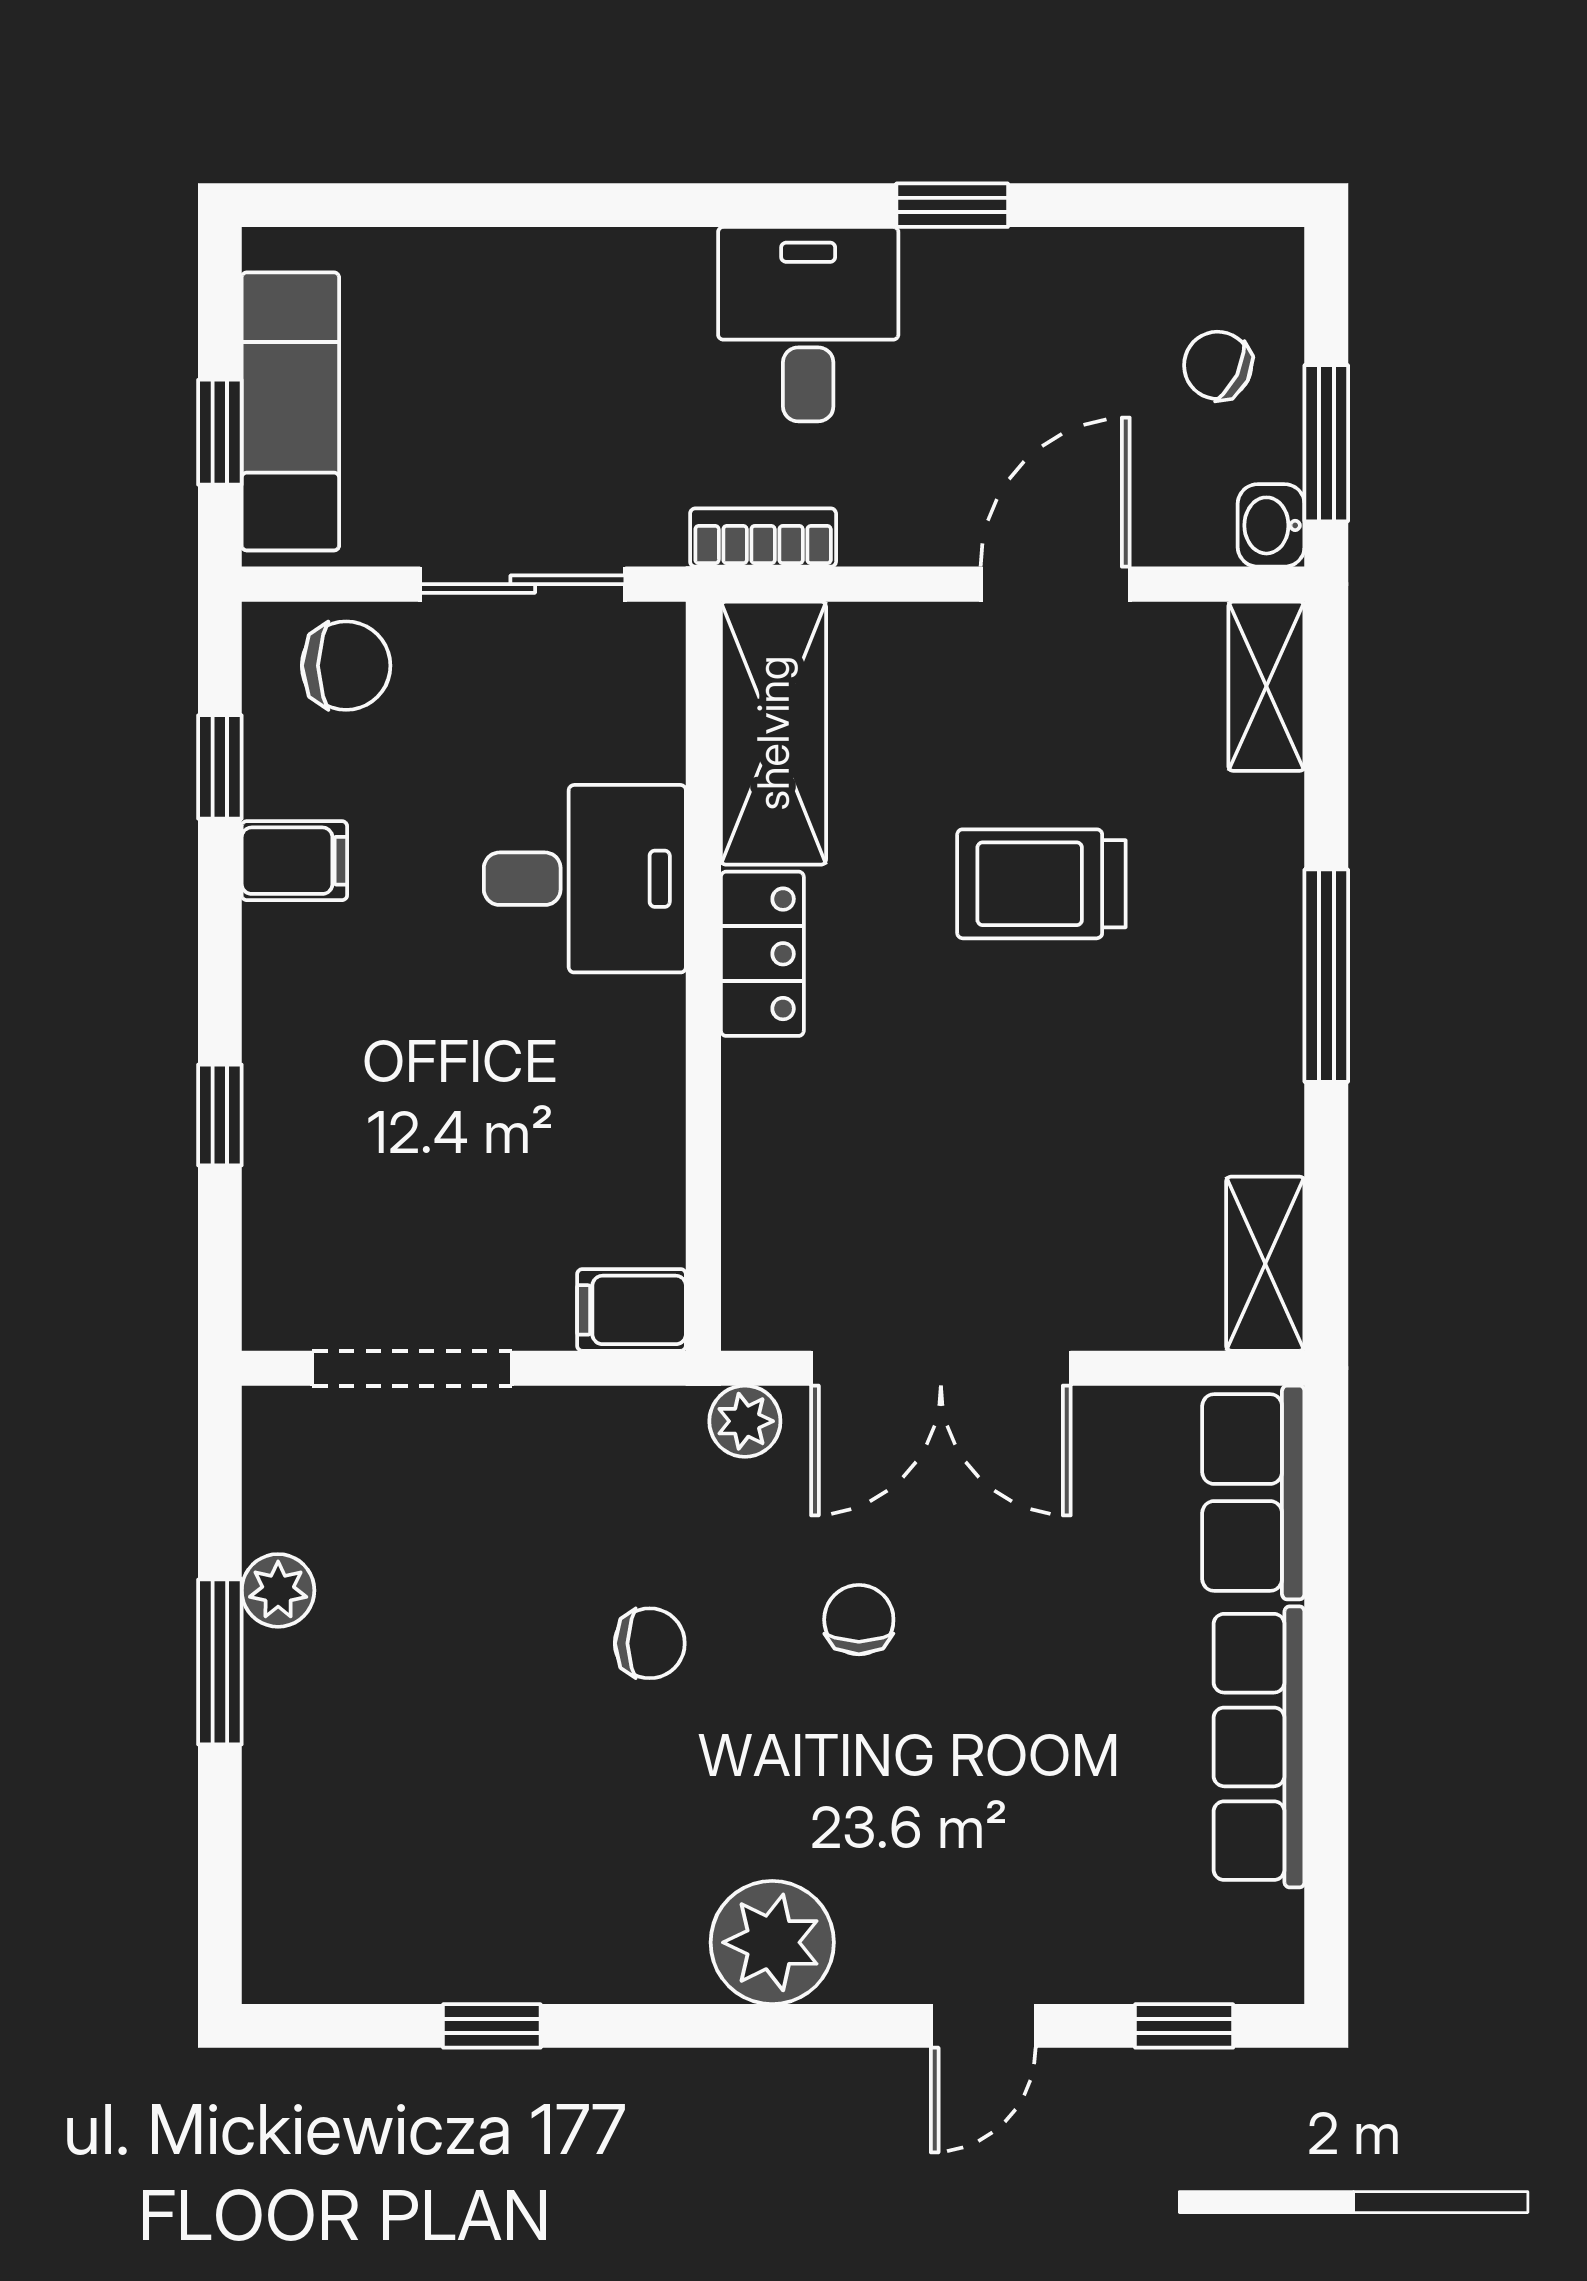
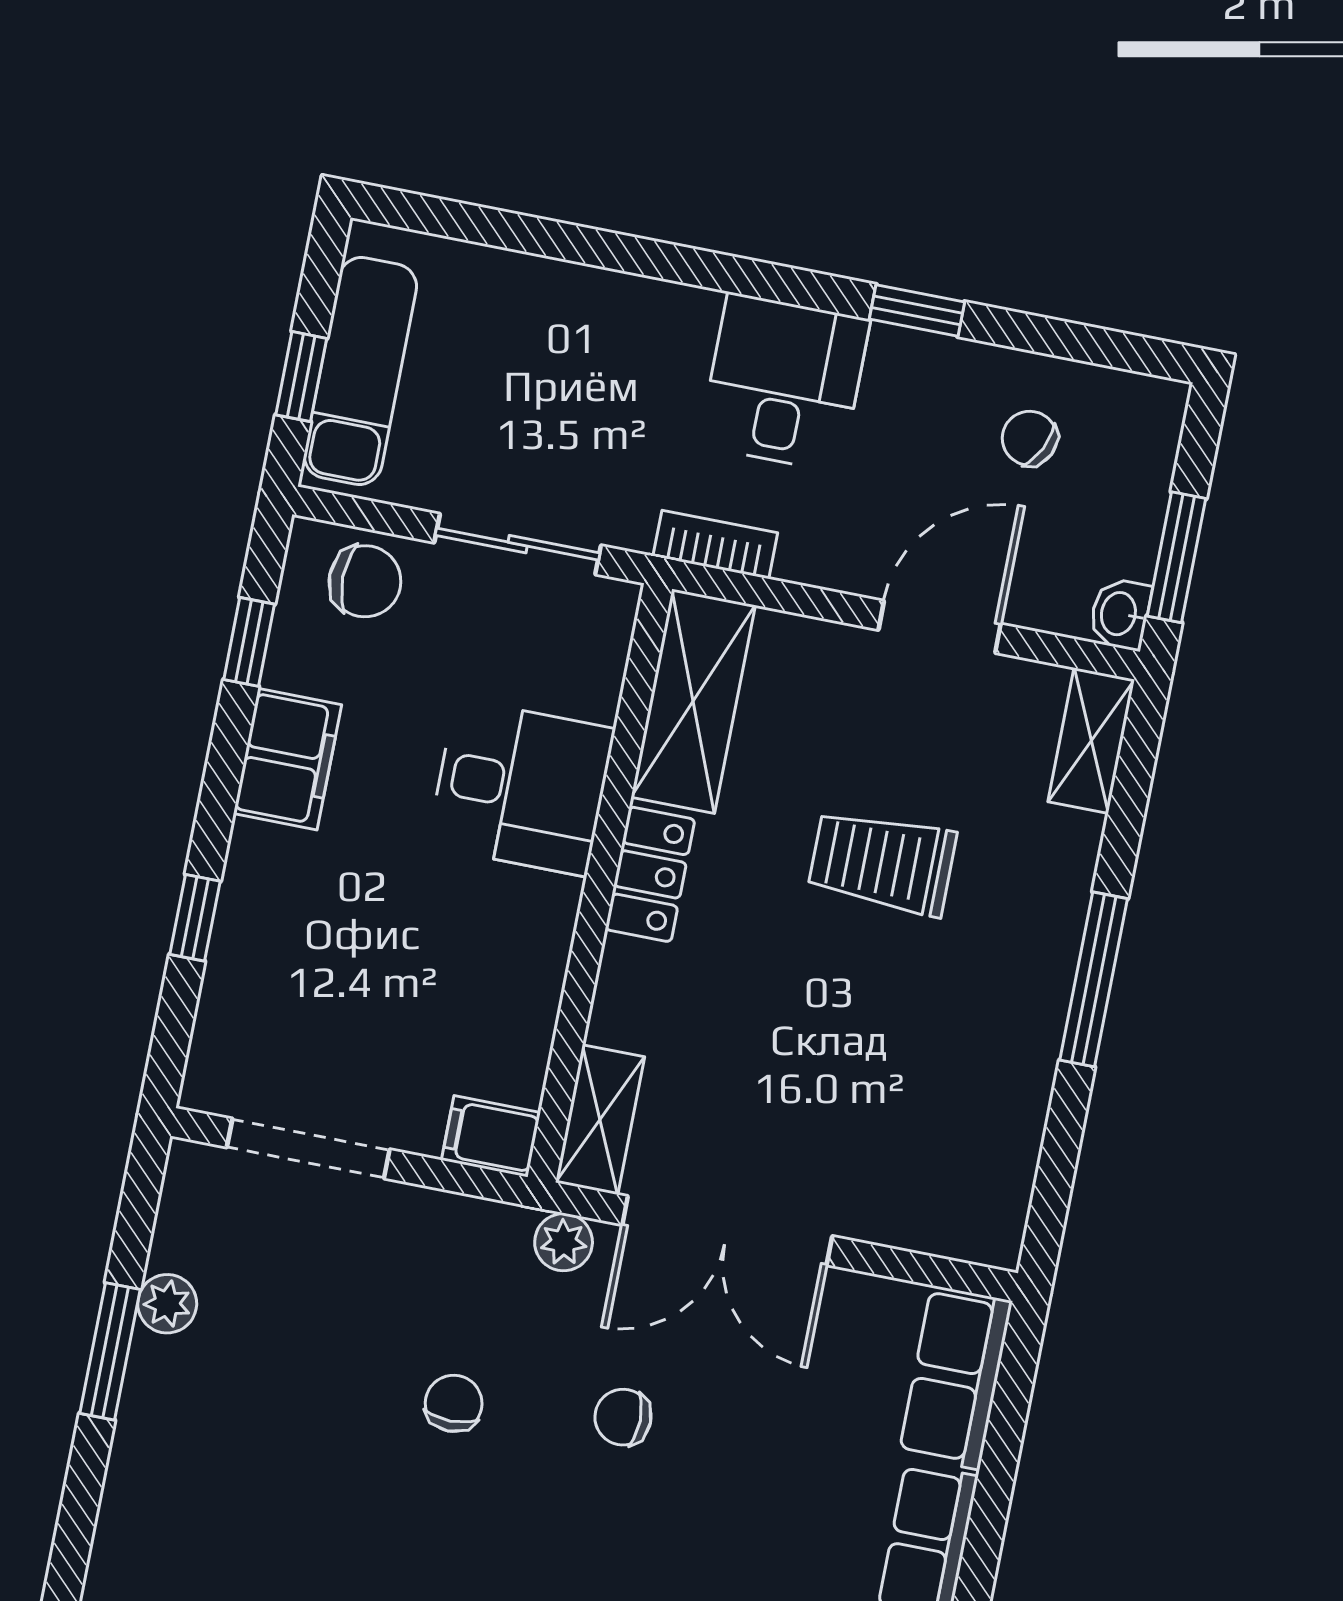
chair: (1218, 365) -> (1030, 438), moved
filing cabinet: (294, 861) -> (287, 759), width x2.00
shelving: (1265, 1264) -> (600, 1120), moved
chair: (859, 1620) -> (623, 1417), turned -90
chair: (650, 1643) -> (454, 1403), turned -90

